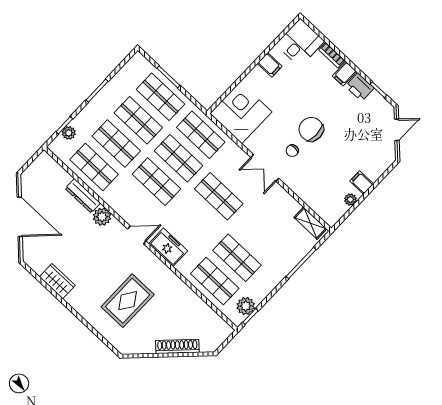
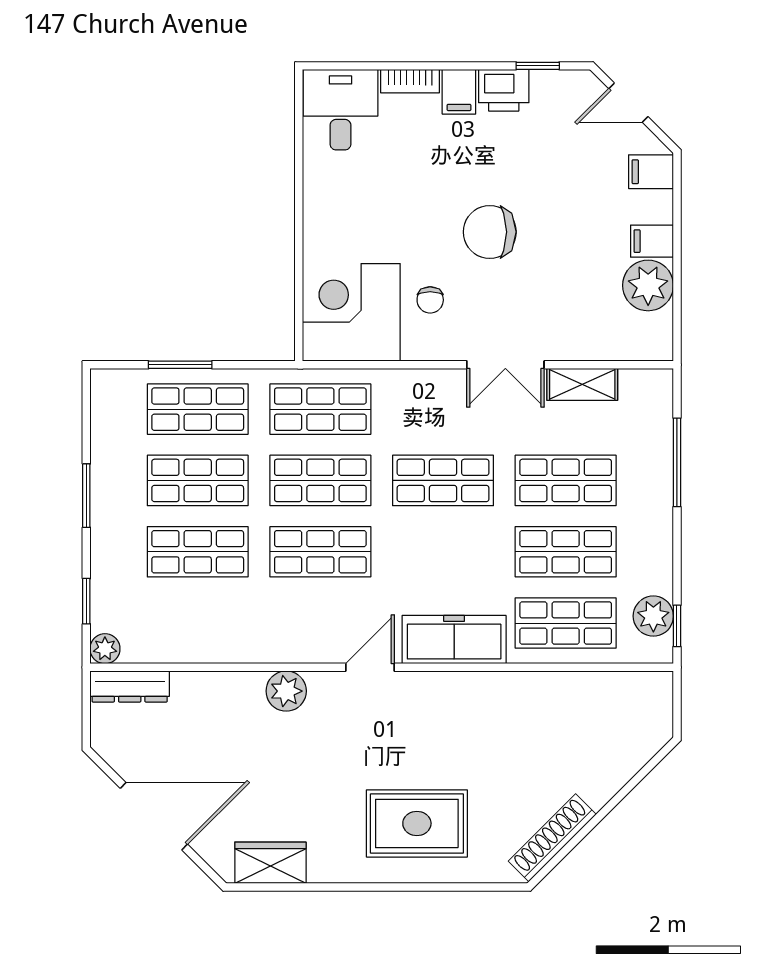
filing cabinet: (270, 65) -> (651, 172), moved, turned 180
door: (397, 130) -> (628, 103), swing flipped
plant: (69, 133) -> (105, 649), moved
chair: (292, 151) -> (430, 300), moved
shop shelf: (94, 167) -> (566, 480), moved
double door: (265, 168) -> (505, 365), moved
dresser: (83, 196) -> (130, 686), moved
plant: (350, 200) -> (648, 285), width x1.87, depth x1.87
shelving: (310, 223) -> (582, 384), moved
freezer: (168, 247) -> (454, 640), width x1.40
wardrobe: (57, 281) -> (270, 863), moved
rug: (128, 301) -> (417, 823), moved, turned 90
shoe rack: (177, 346) -> (552, 838), moved

